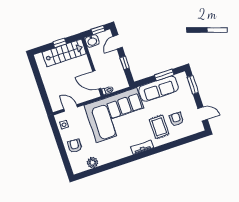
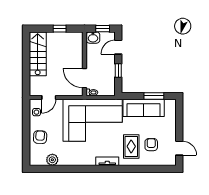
stairs: (64, 53) -> (38, 54), moved, turned -90
window: (193, 85) -> (179, 116), removed
door: (71, 108) -> (49, 98), swing flipped

